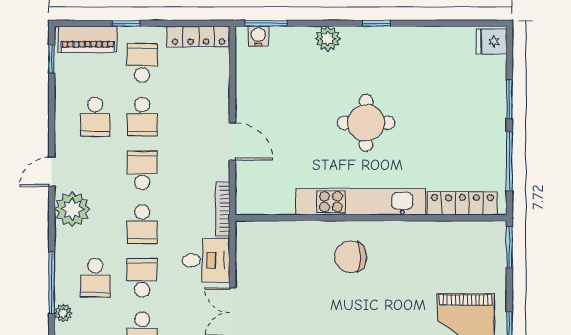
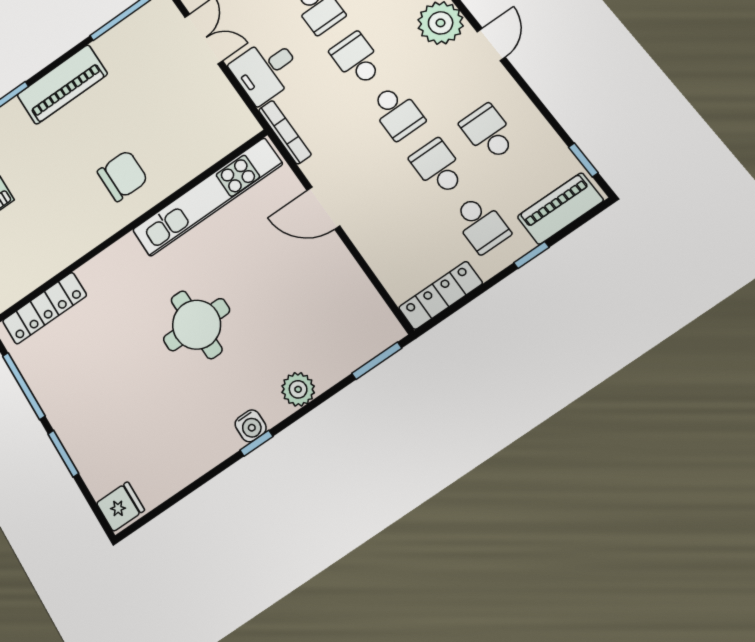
water cooler: (258, 36) -> (251, 426), moved
kitchen unit: (361, 202) -> (207, 197), moved

